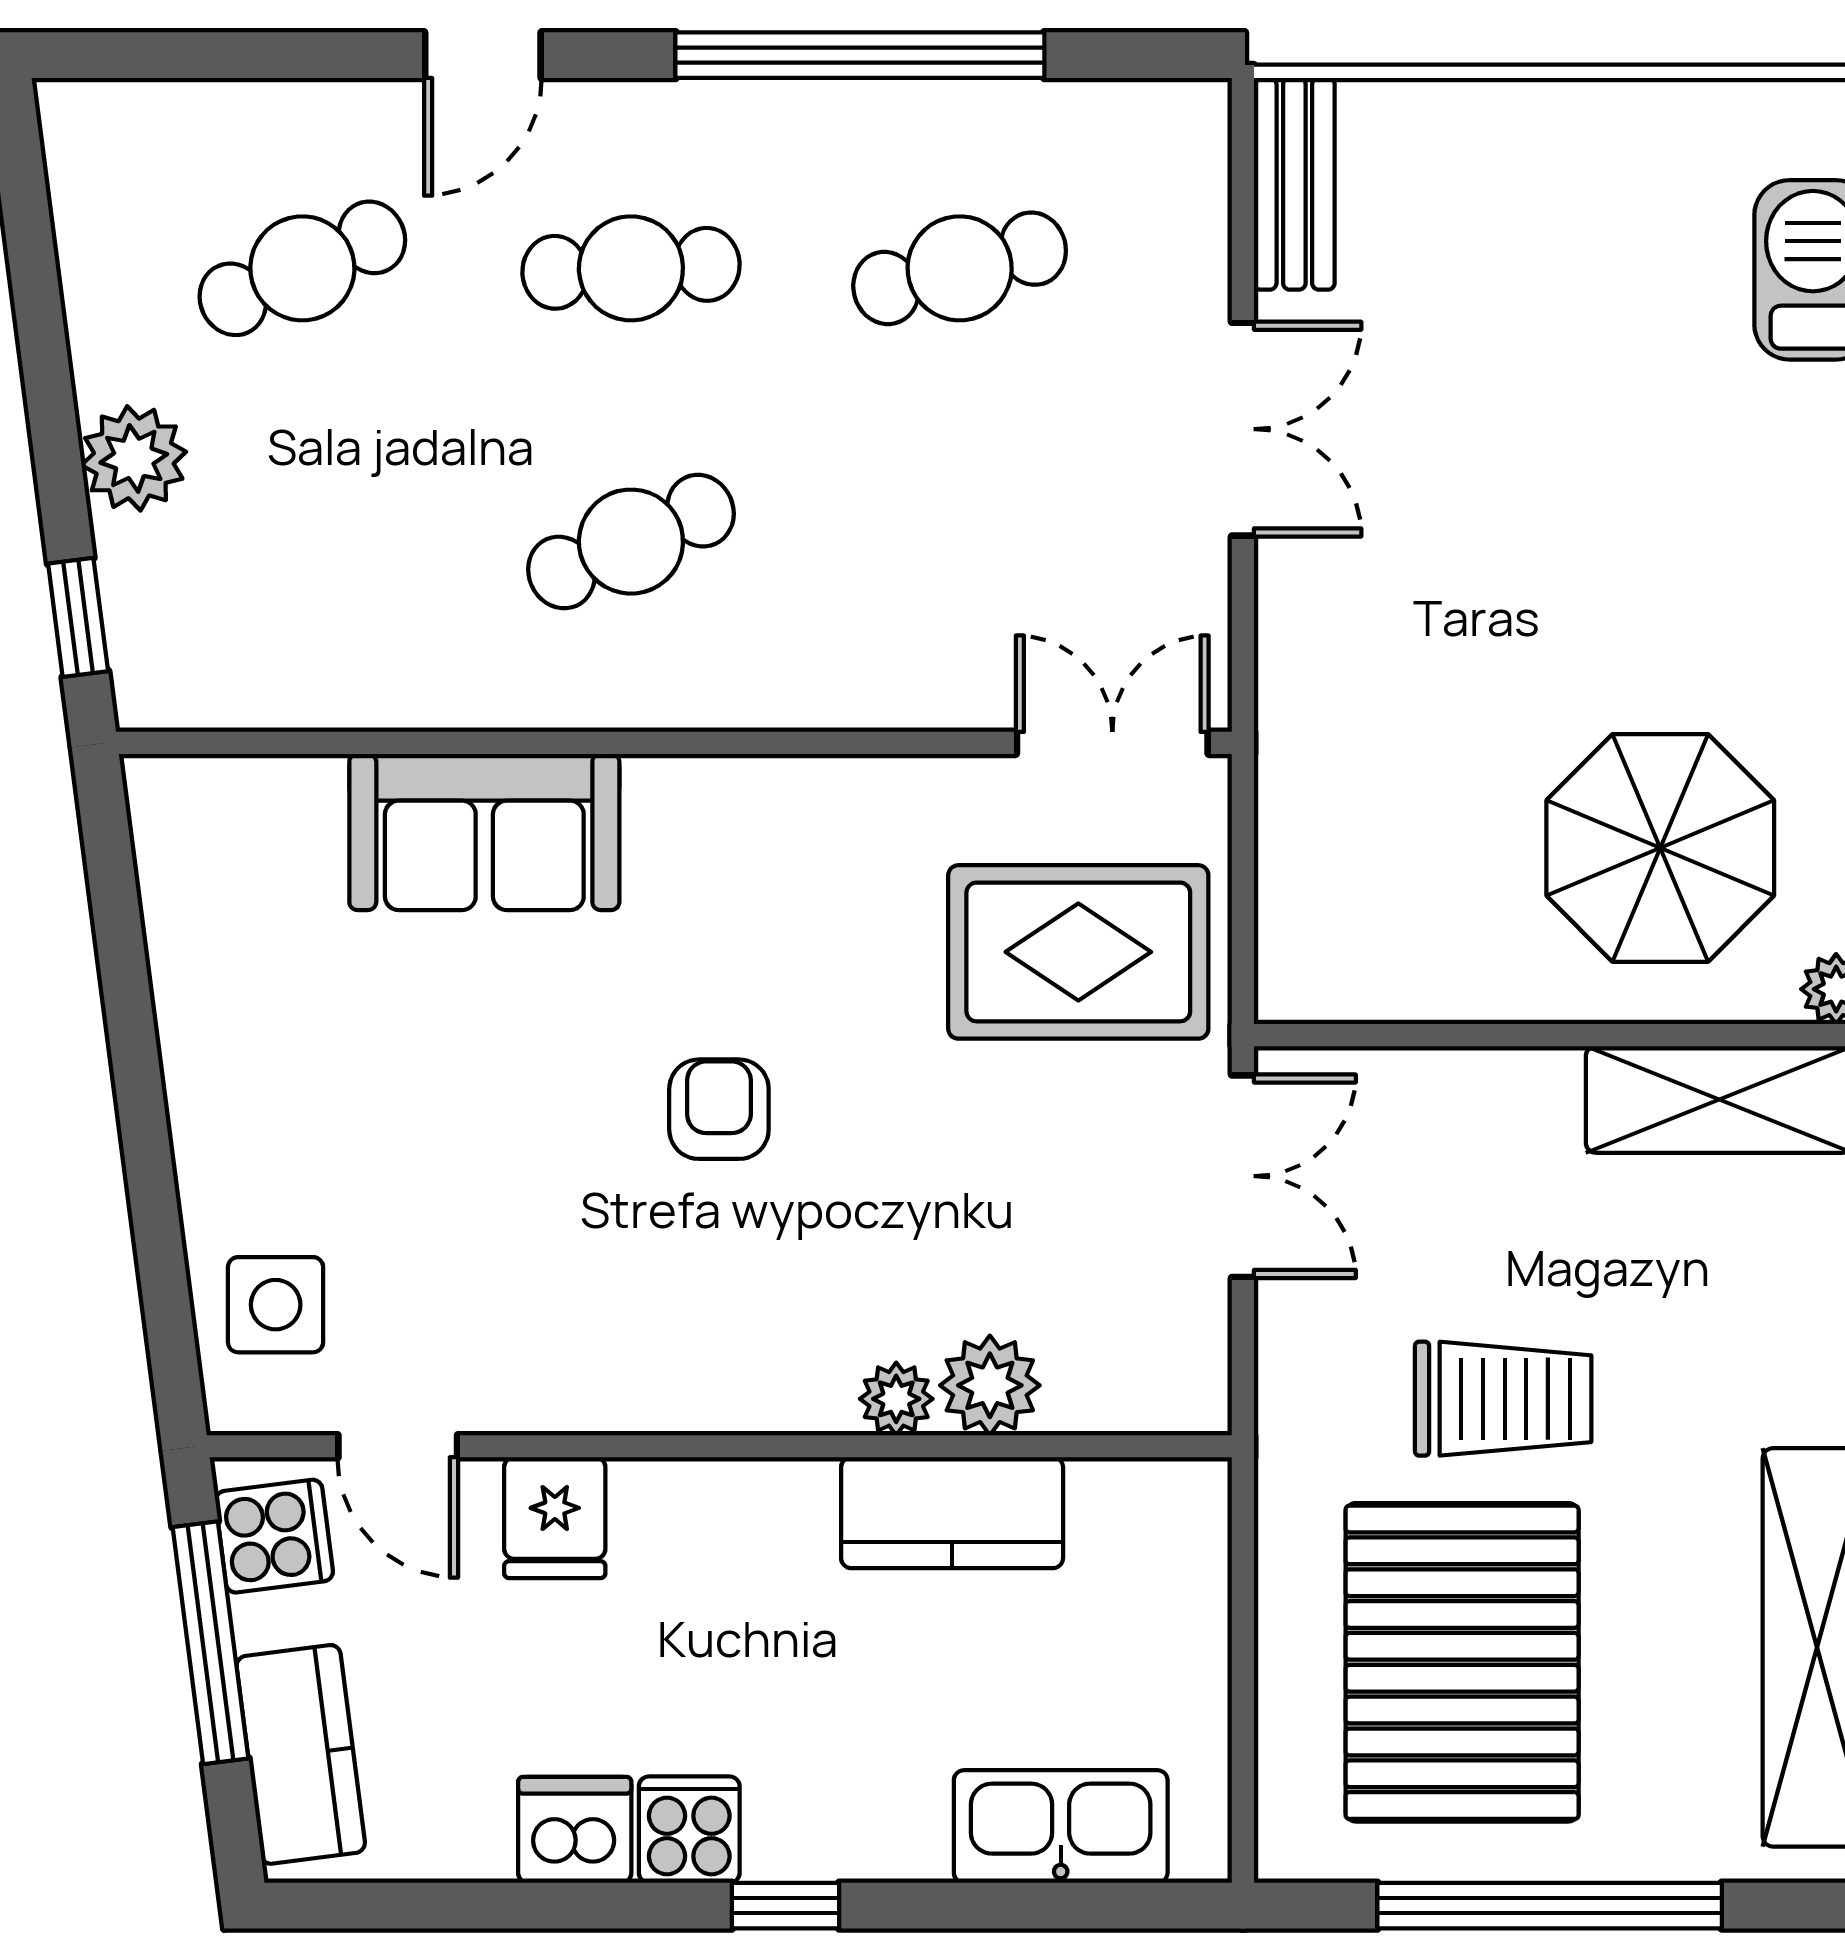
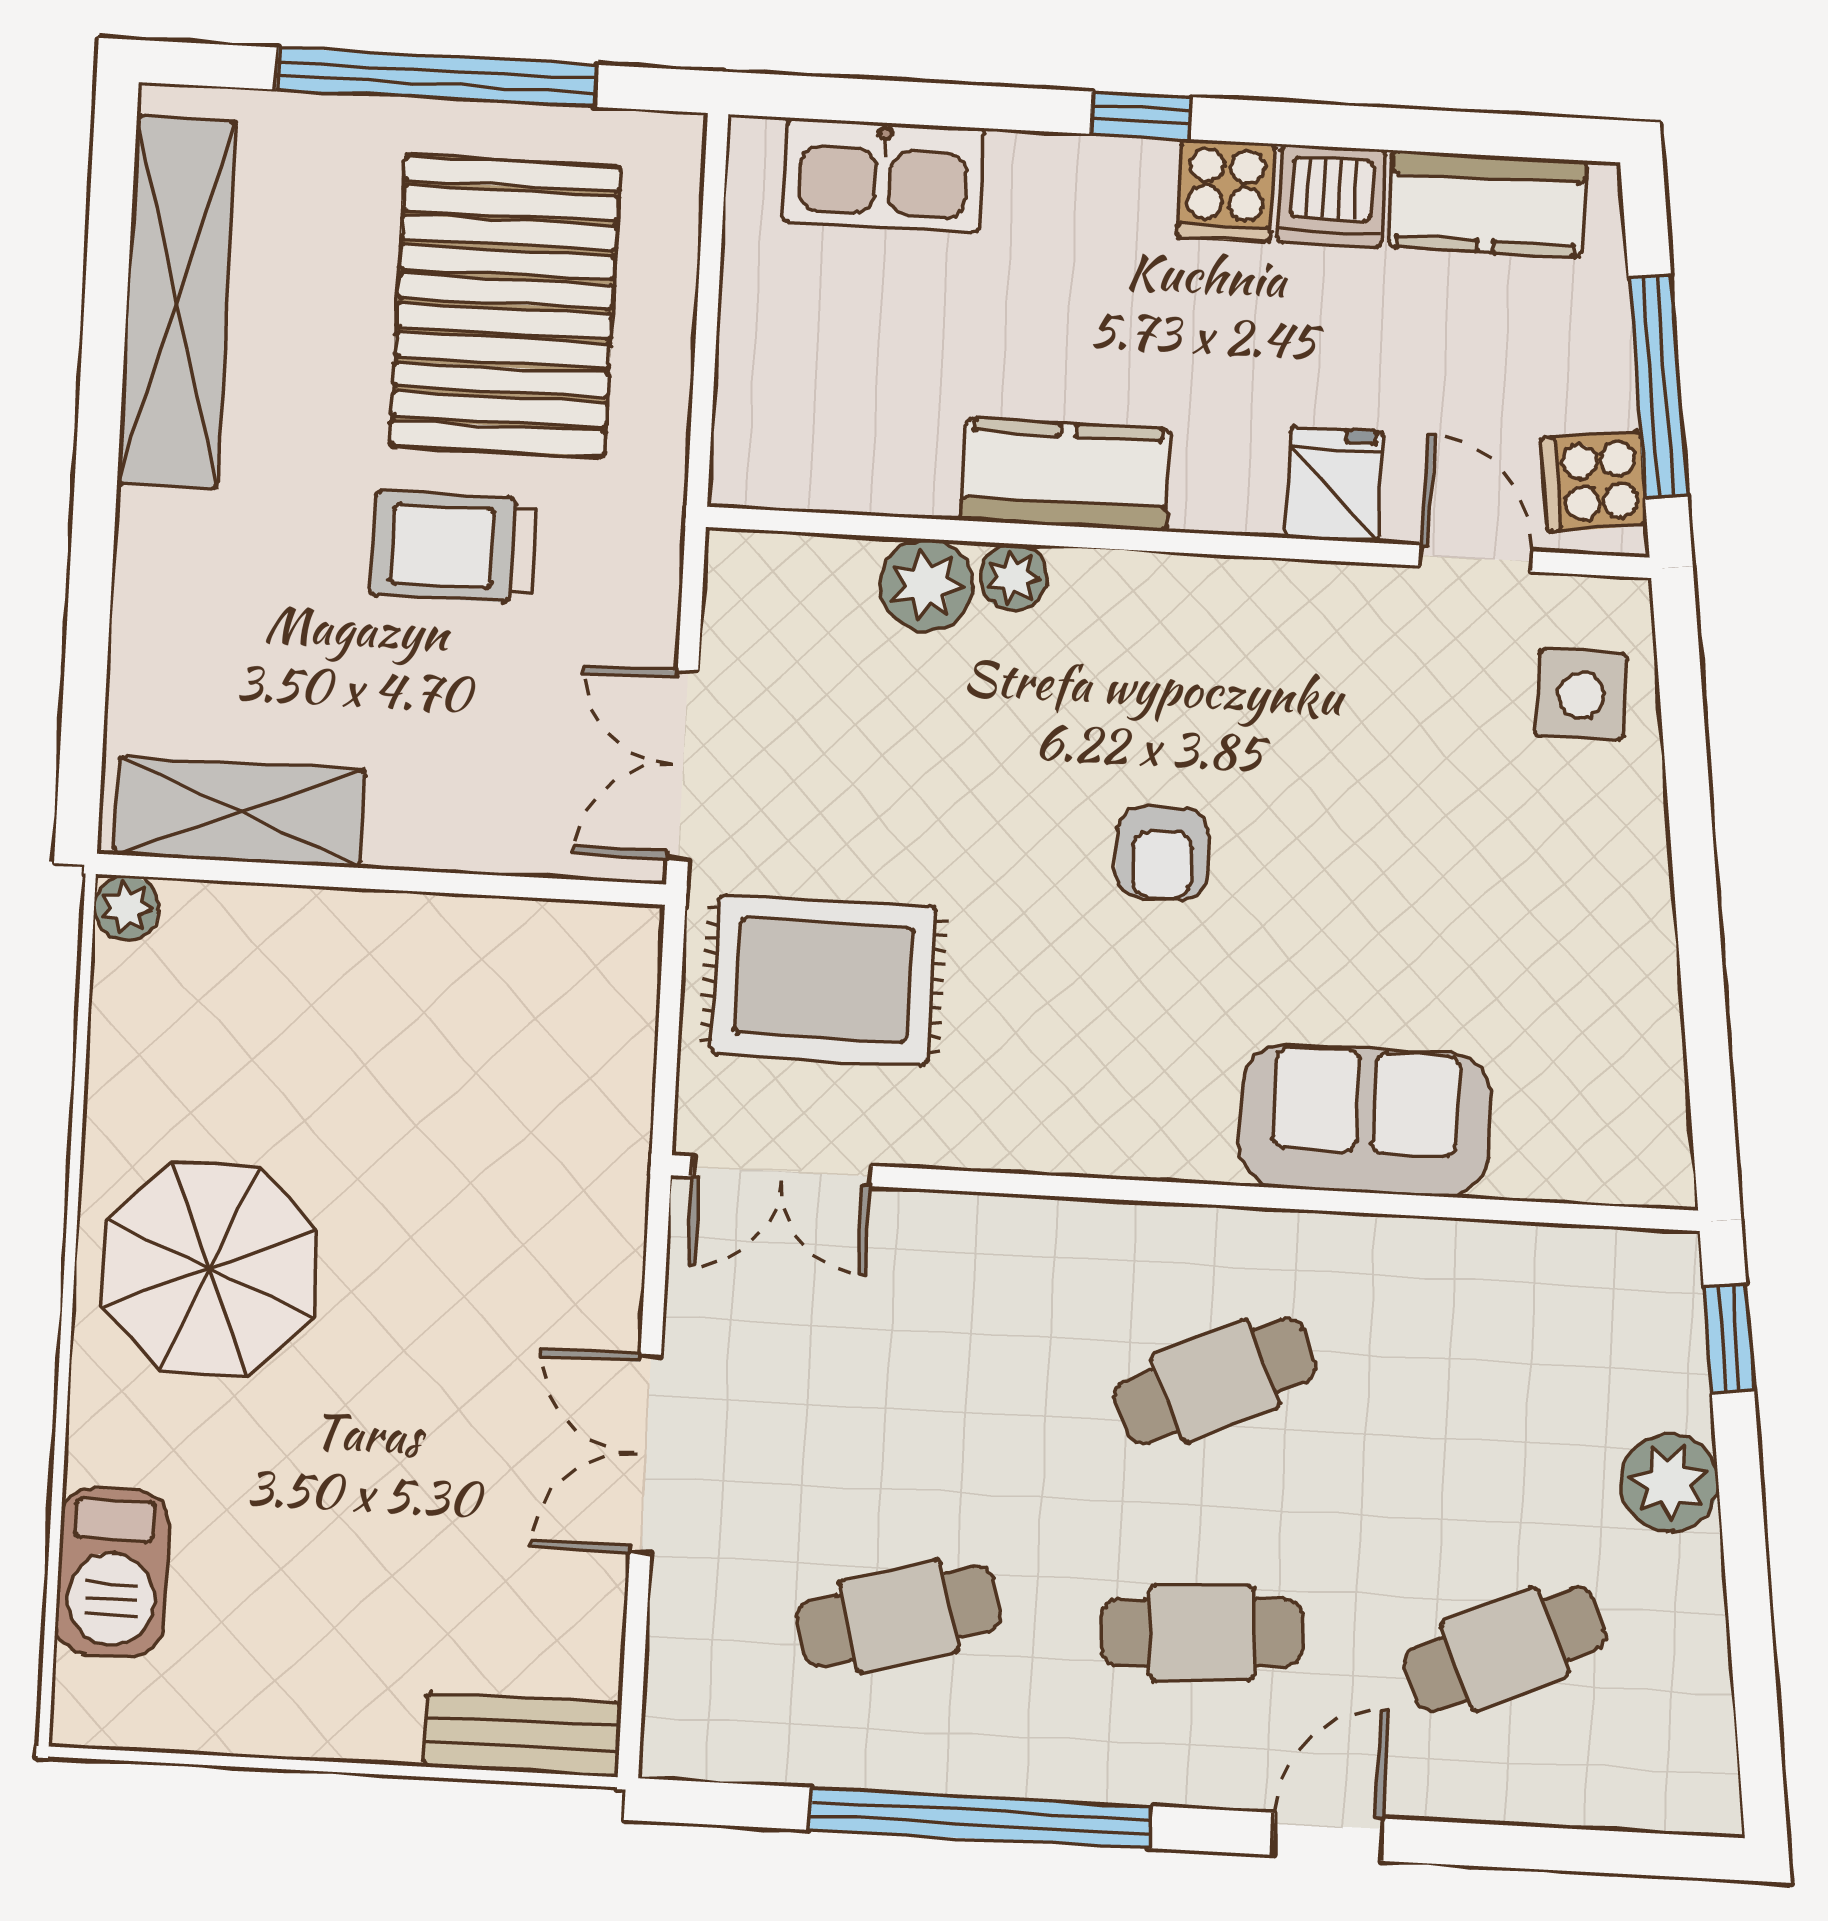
bench: (1294, 184) -> (522, 1735), moved, turned 90
parasol: (1660, 848) -> (210, 1269), moved
kitchen counter: (952, 1513) -> (1066, 475), moved
kitchen counter: (301, 1754) -> (1487, 204), moved, turned -83

